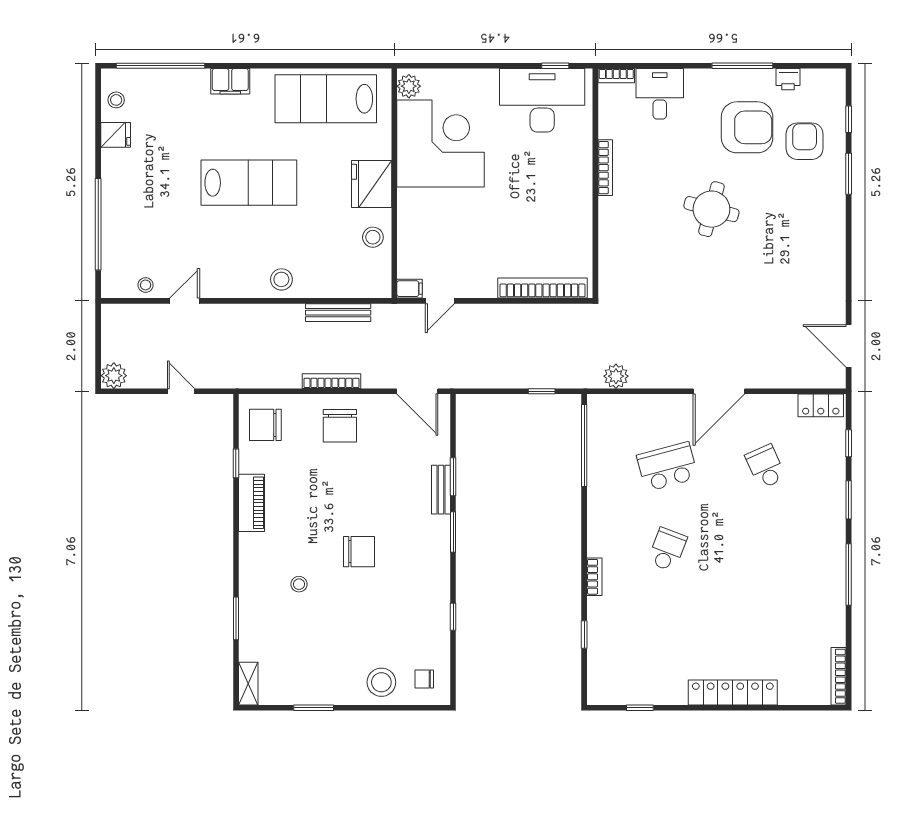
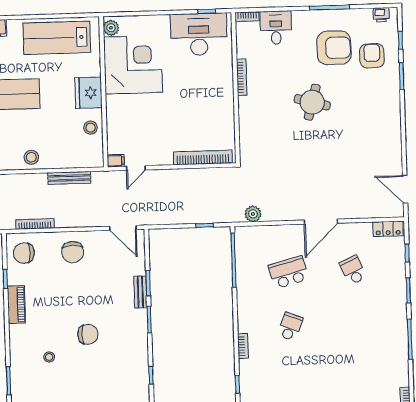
printer: (788, 79) -> (381, 15), moved
bookcase: (331, 381) -> (35, 224), moved

